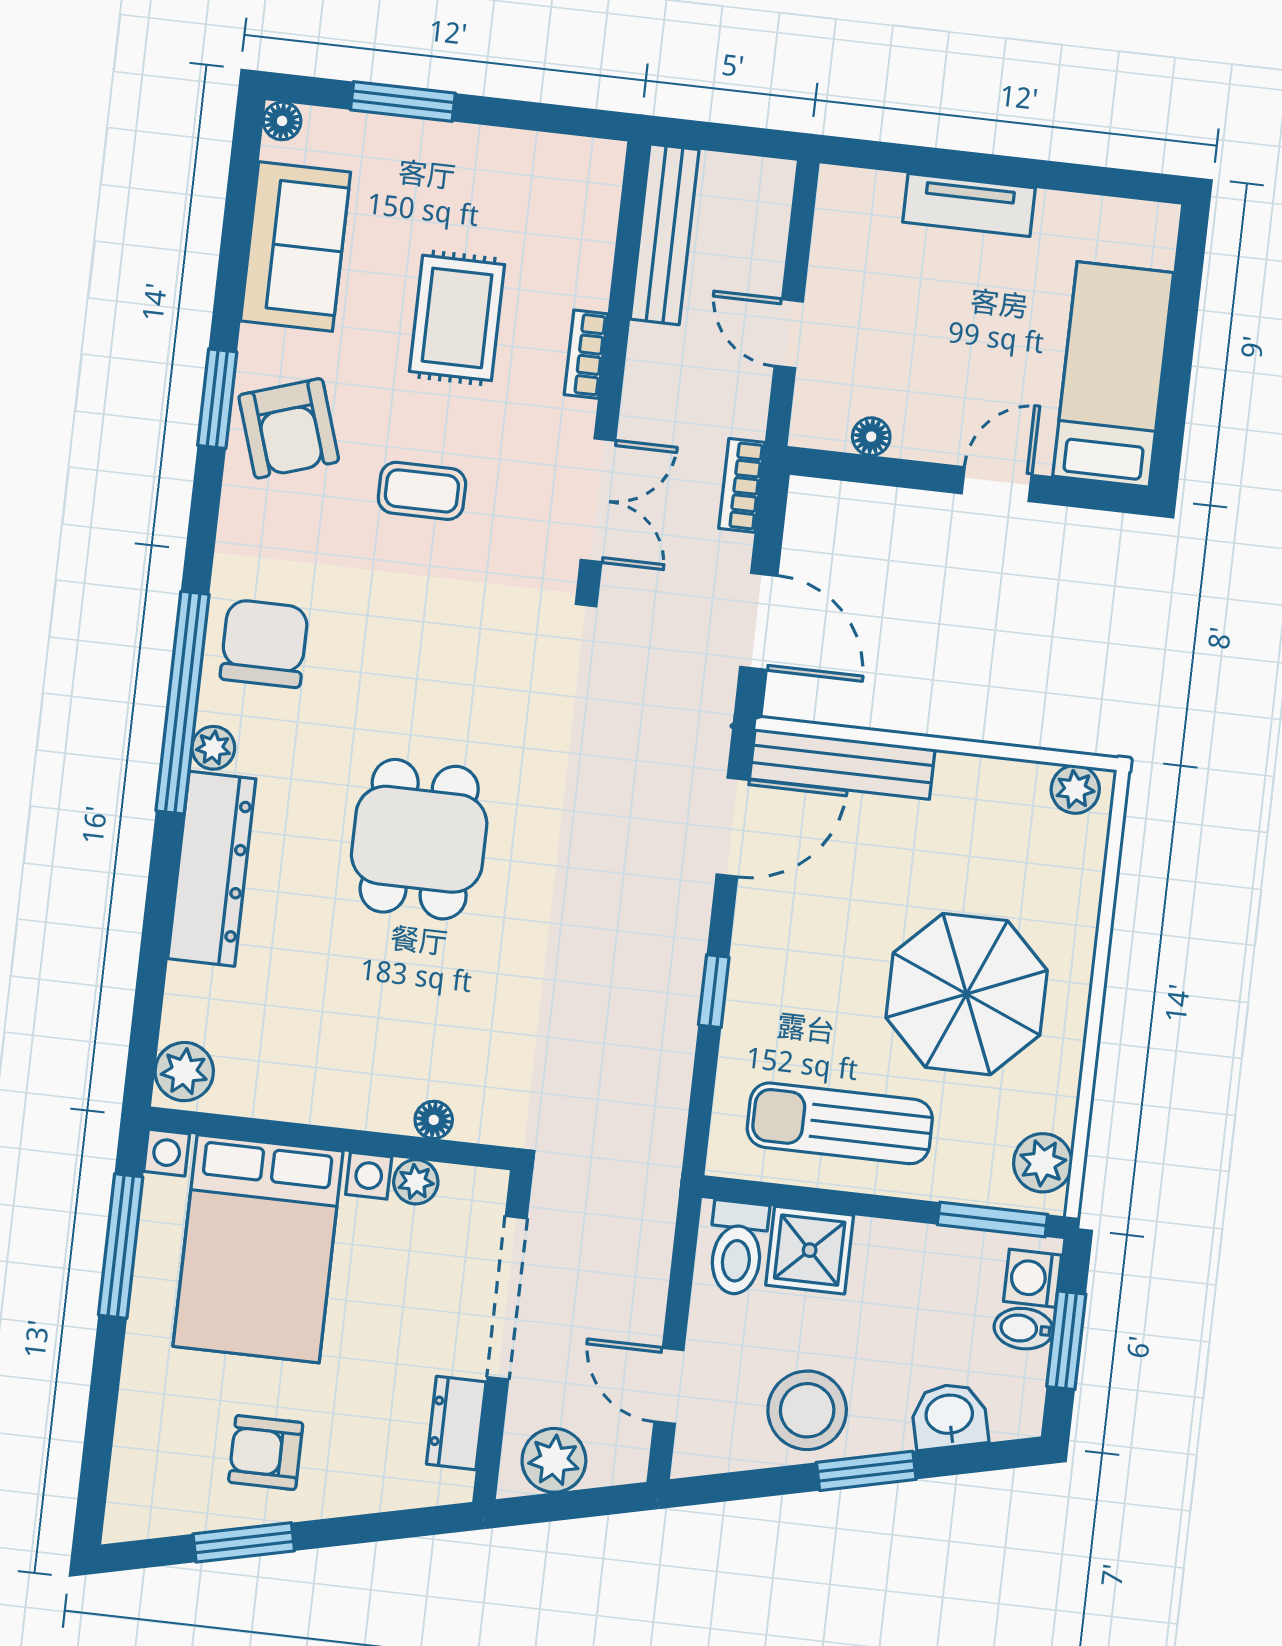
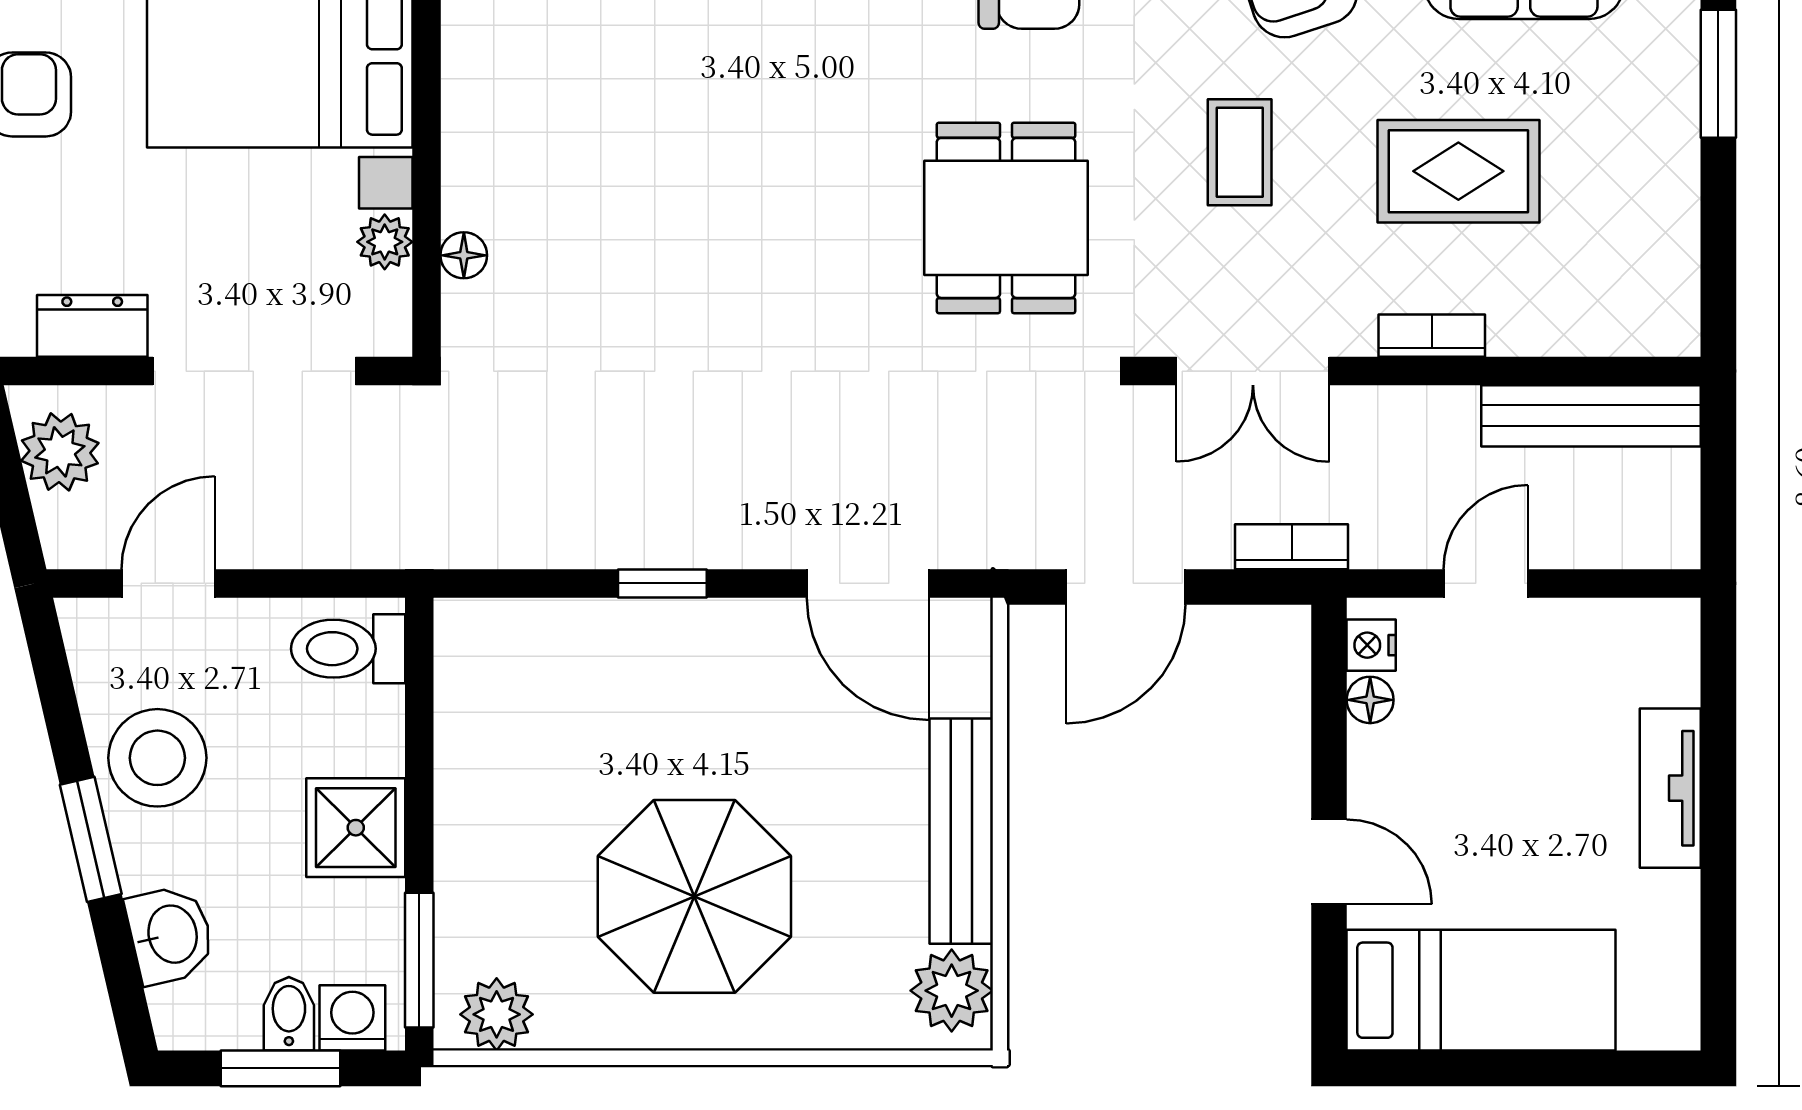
nightstand: (828, 431) -> (1371, 645), added
bench: (842, 764) -> (961, 831), moved
plant: (1075, 789) -> (952, 991), width x1.38, depth x1.38
dining table: (419, 839) -> (1006, 218), moved, turned 90
sun lounger: (840, 1123) -> (517, 758), removed
shower: (810, 1250) -> (356, 828), moved

